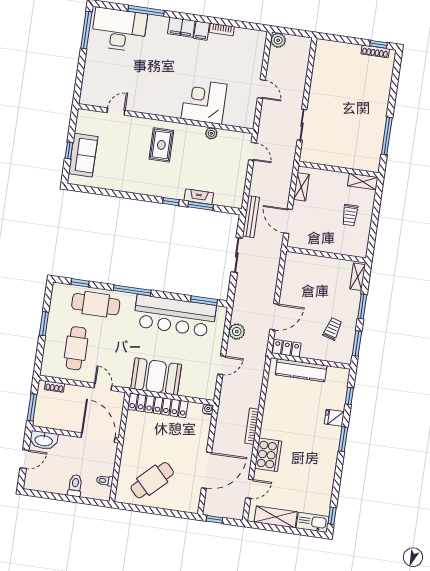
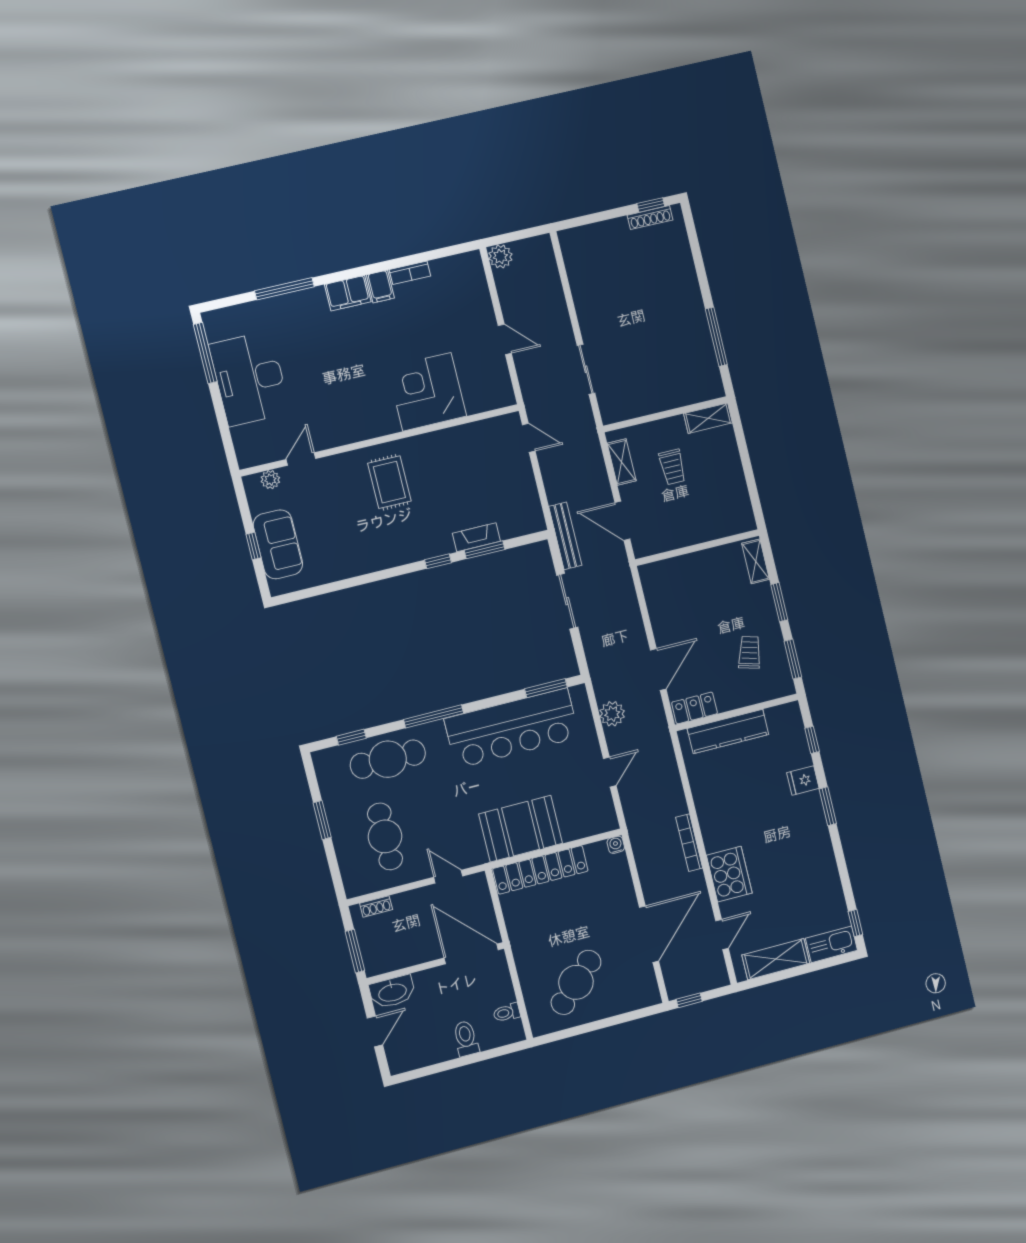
desk: (119, 30) -> (250, 379), moved, turned -90
plant: (211, 133) -> (270, 480), moved
trolley: (350, 215) -> (672, 467), moved

